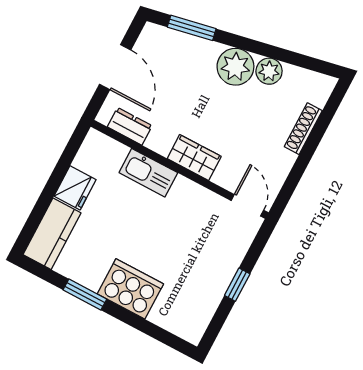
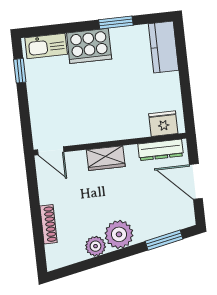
dresser: (130, 126) -> (161, 150), width x1.44
kitchen sink: (148, 173) -> (46, 46), moved, turned 180
fridge: (75, 188) -> (163, 124), moved, turned 90
window: (237, 285) -> (20, 71), moved

